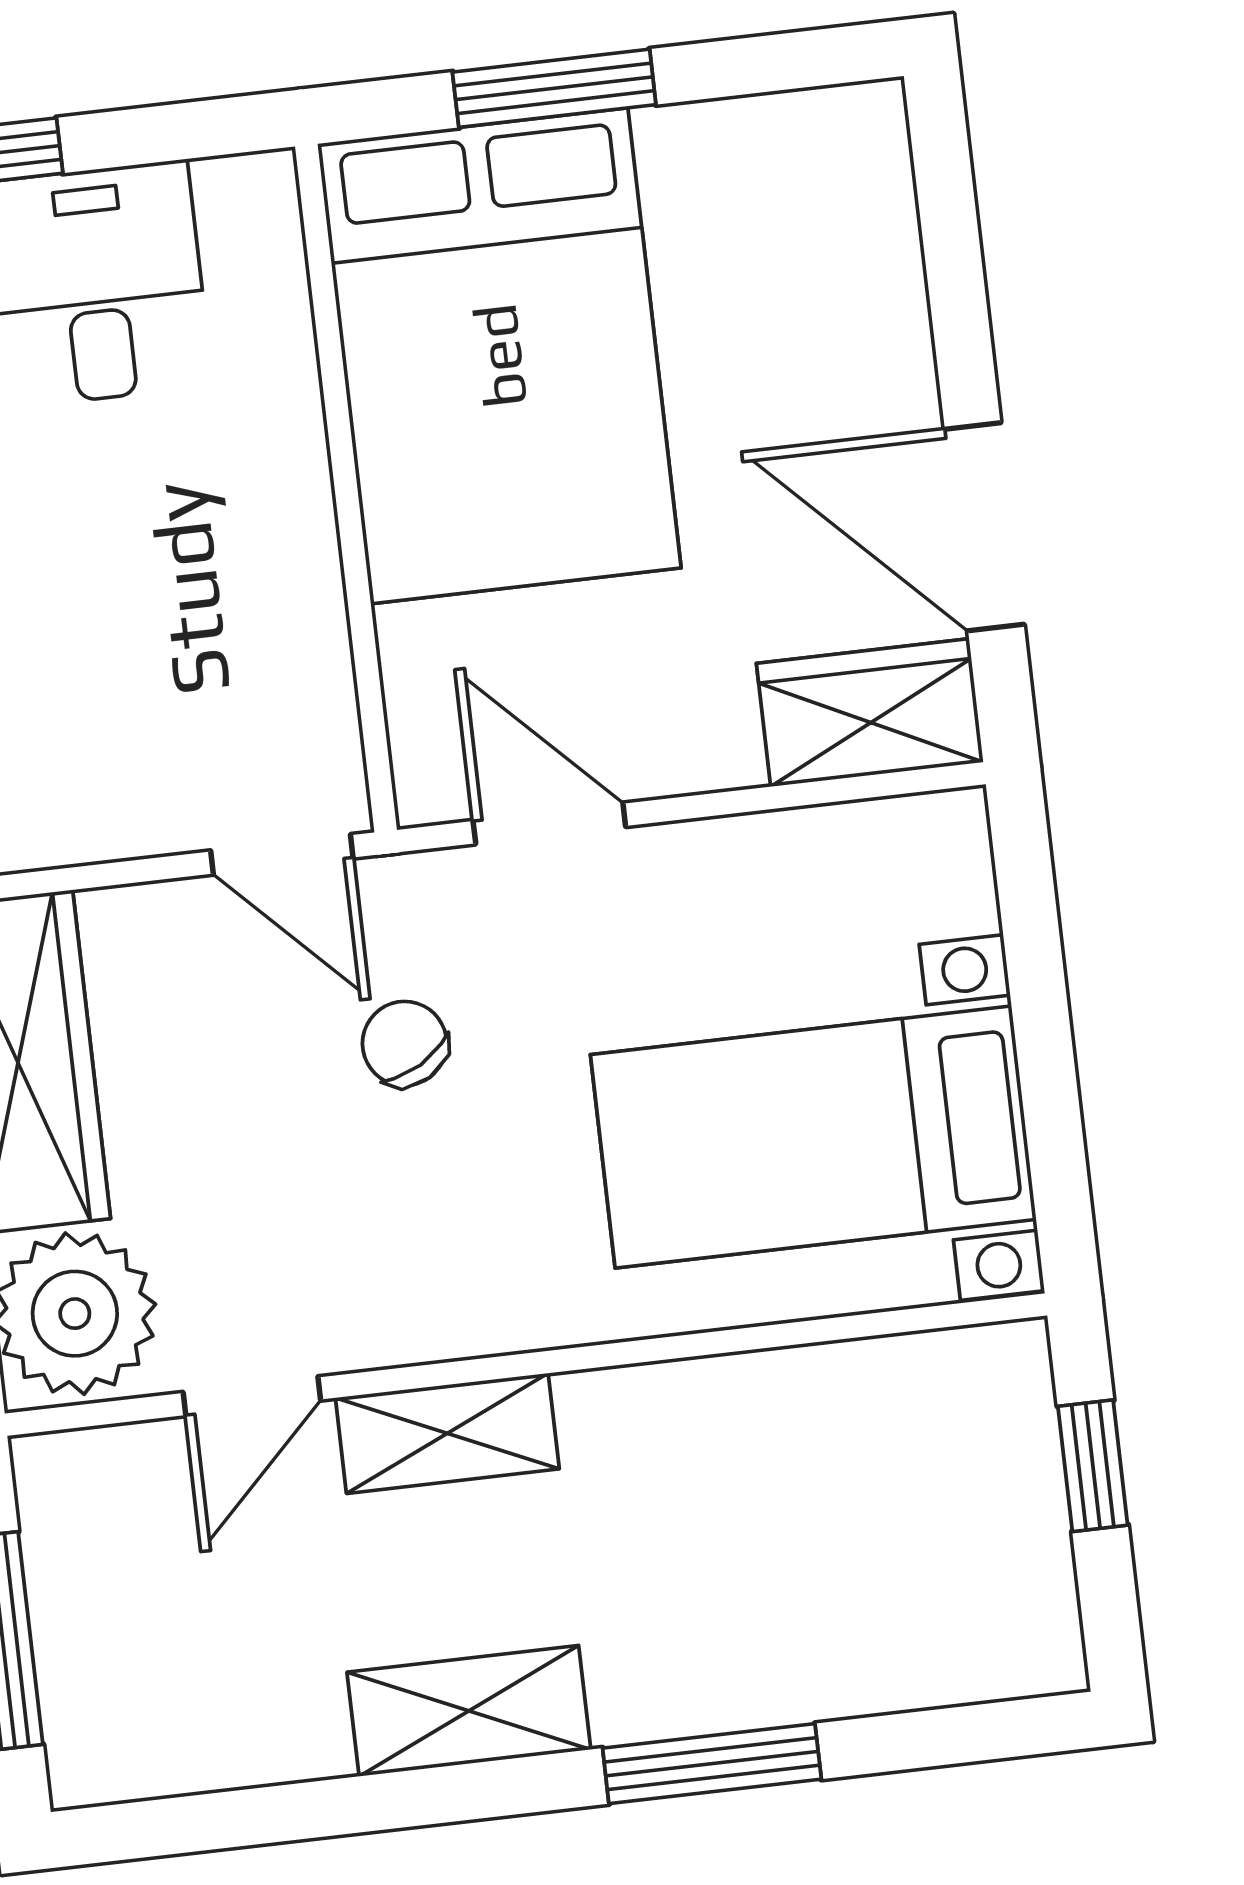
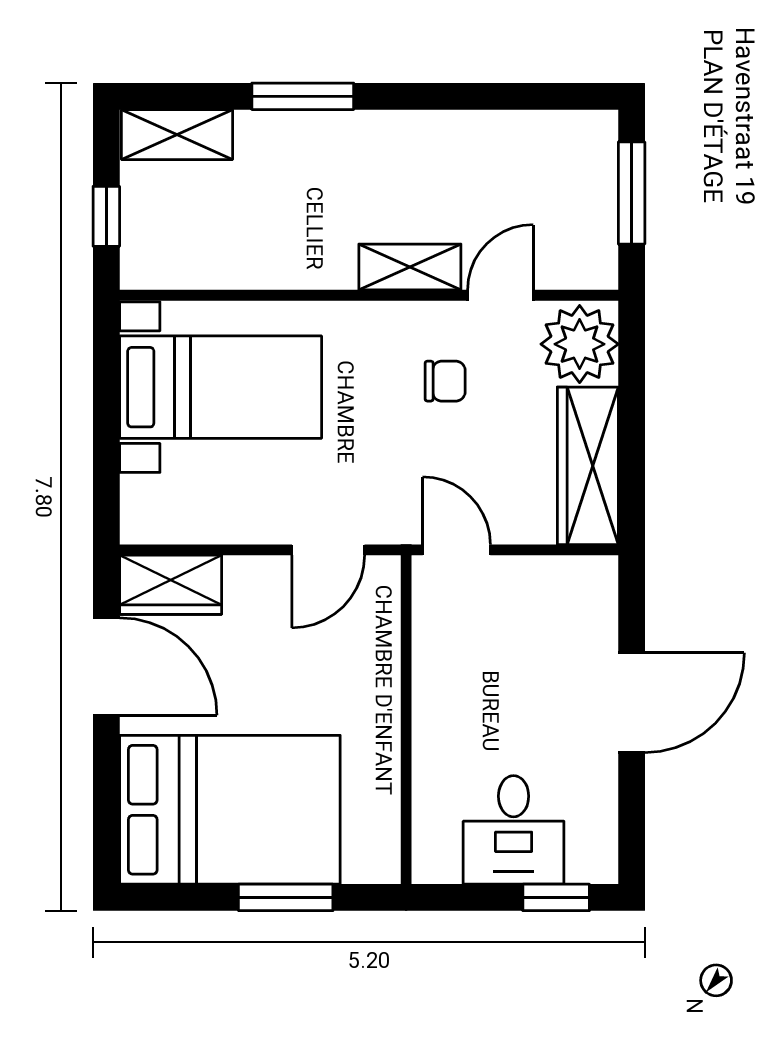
bed: (499, 356) -> (230, 810), moved, turned 90
door: (549, 824) -> (328, 550), hinge flipped
chair: (405, 1044) -> (445, 381), moved, turned -60
shelving: (469, 1711) -> (177, 135), moved

